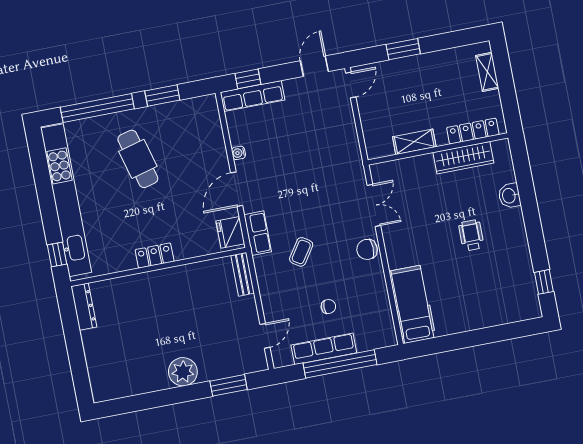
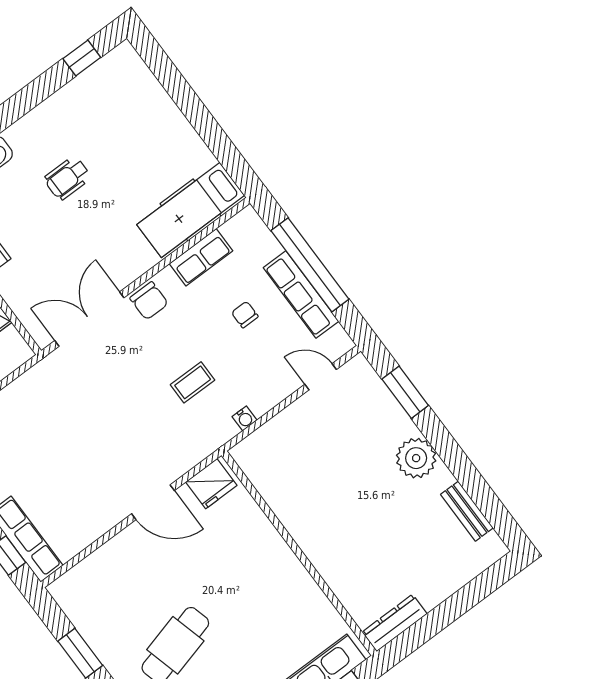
water cooler: (238, 153) -> (245, 418), moved
double door: (374, 205) -> (89, 319), width x1.37
row of seats: (258, 233) -> (201, 257), moved, turned 180
coffee table: (301, 252) -> (193, 382), turned -34
locker: (155, 256) -> (287, 565), removed
bench: (243, 274) -> (467, 511), moved, turned 90

